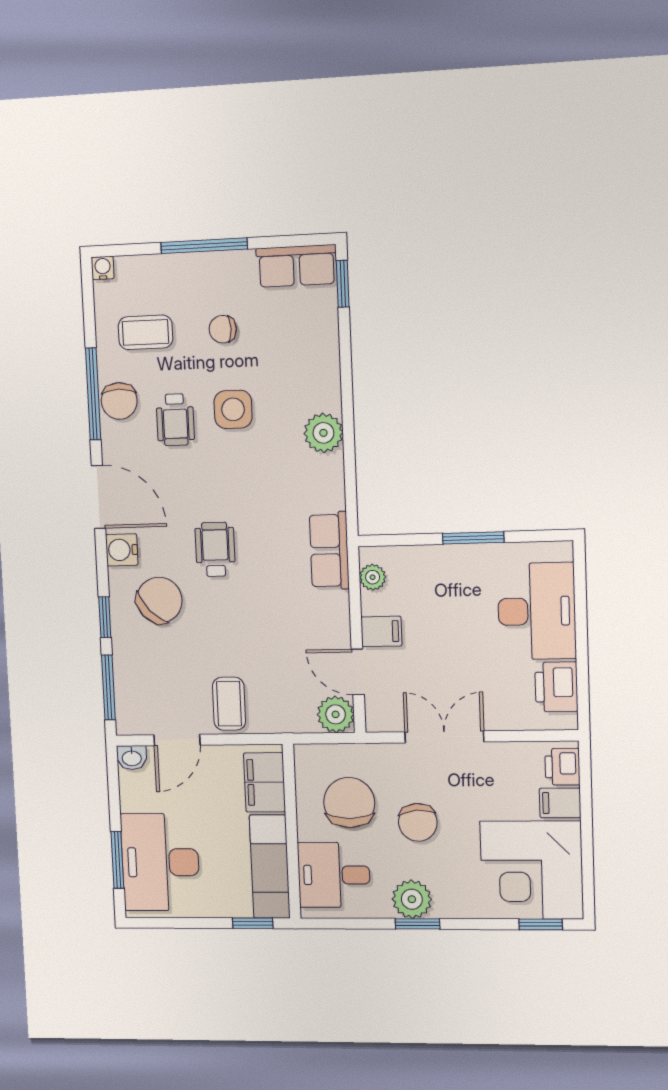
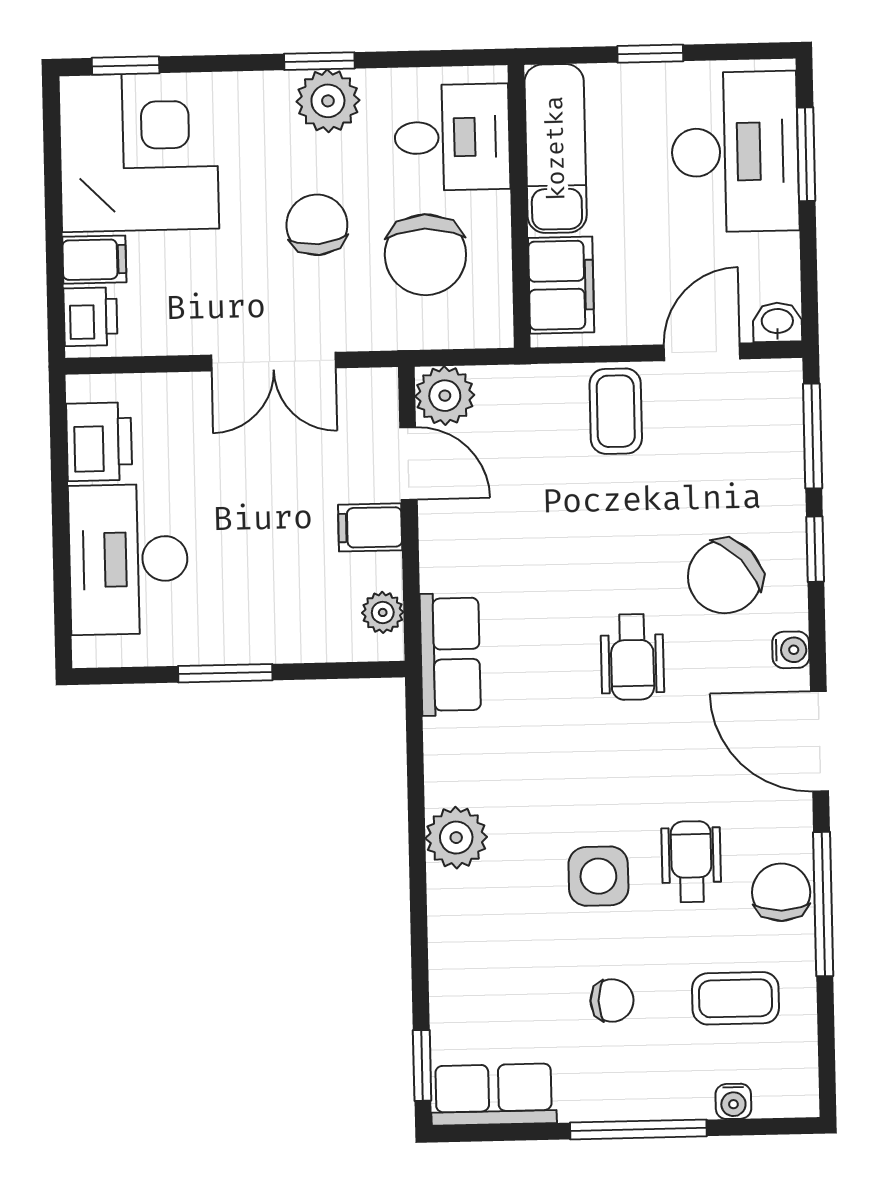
water cooler: (103, 268) -> (733, 1101), moved
water cooler: (122, 550) -> (791, 650), width x0.72, depth x0.72
window: (253, 923) -> (650, 54), moved

